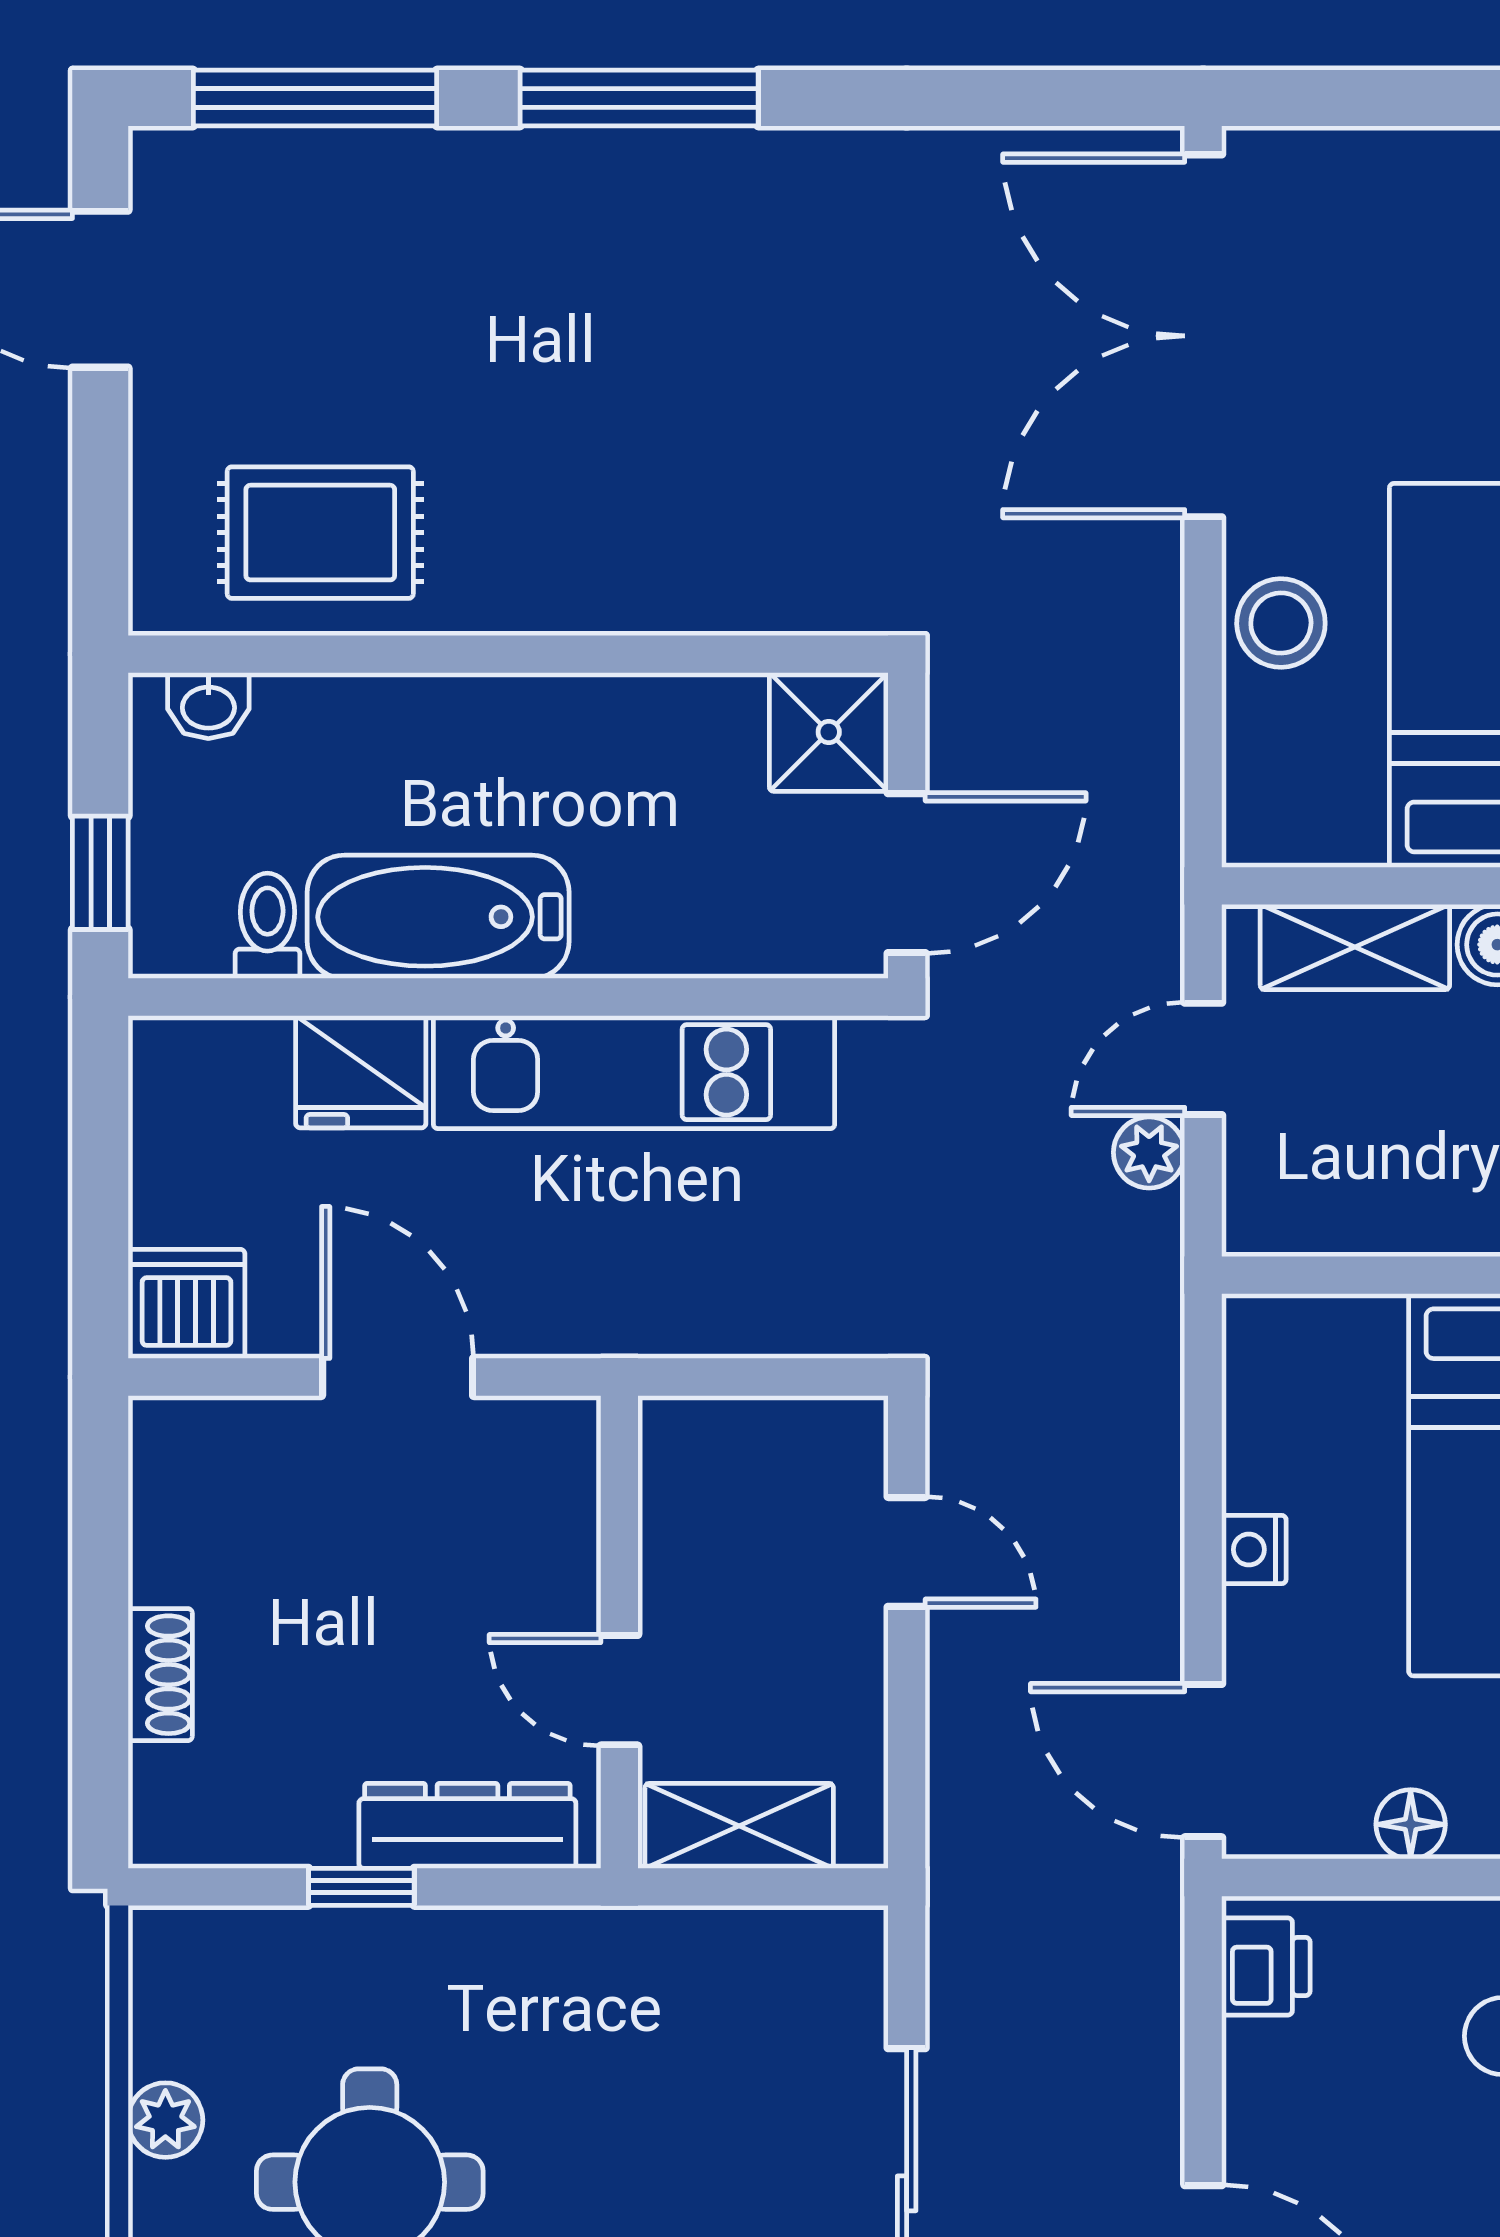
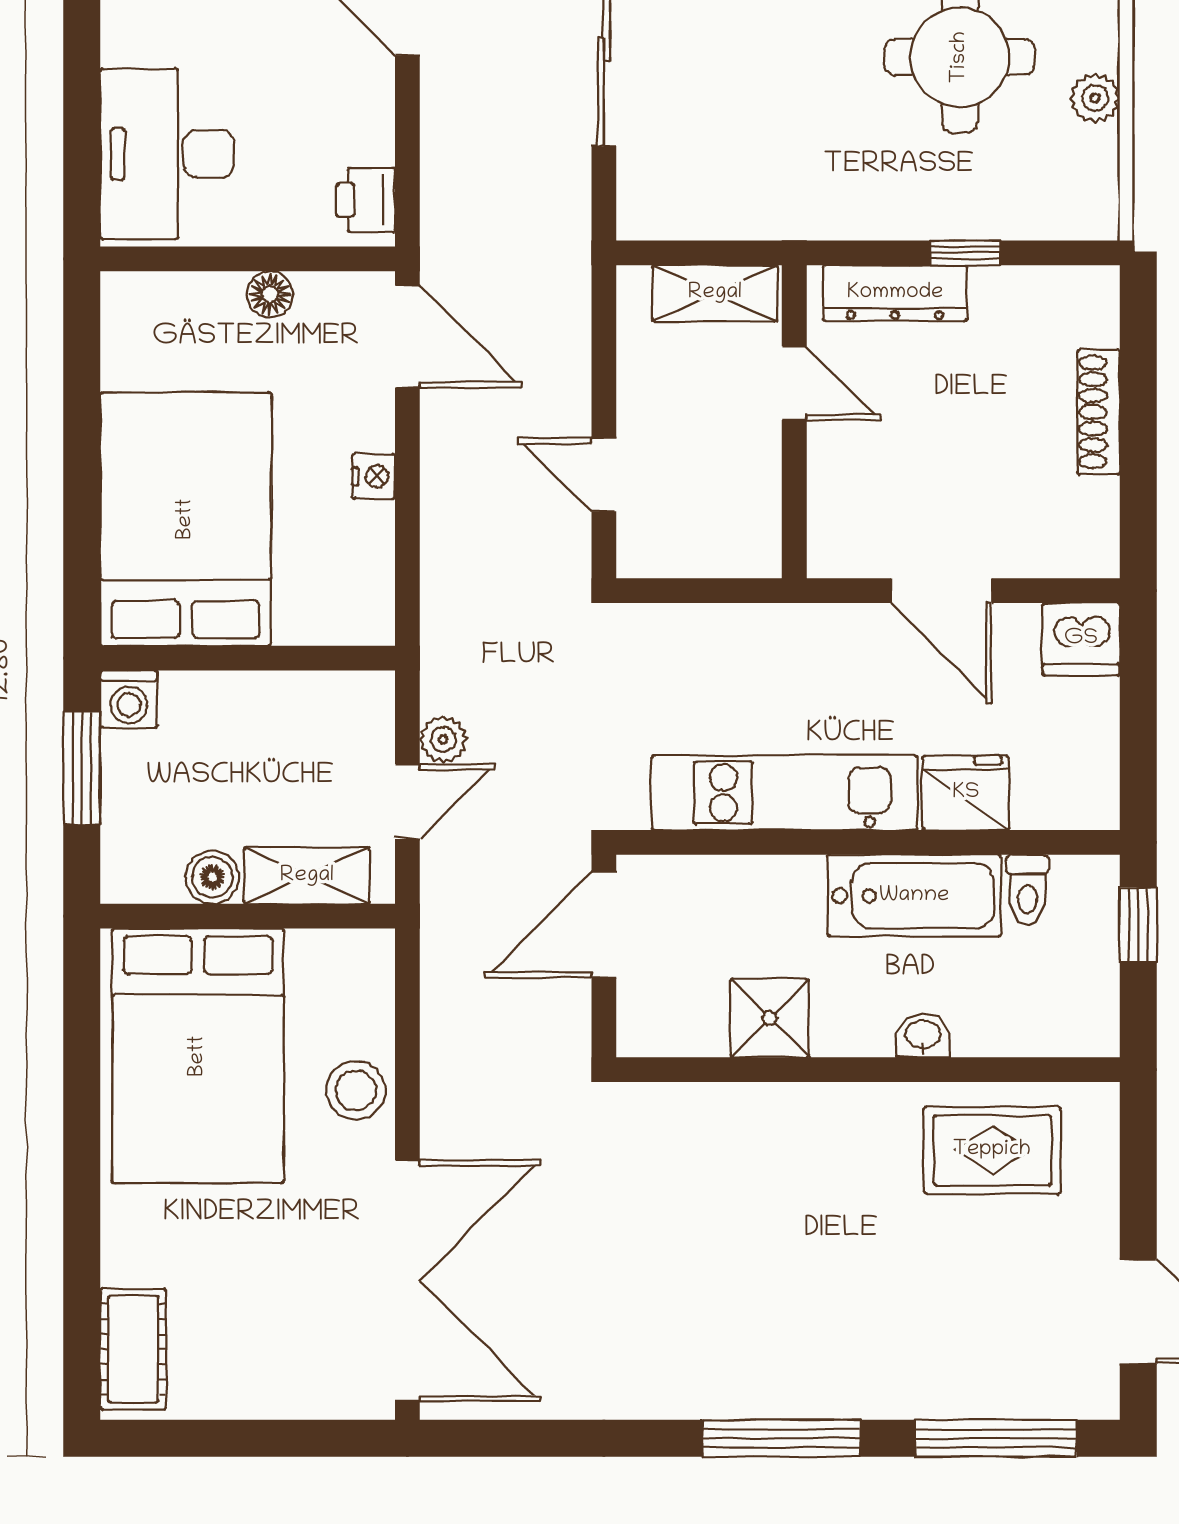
washbasin: (208, 706) -> (923, 1036), moved
shower: (829, 732) -> (770, 1018), moved
shoe rack: (160, 1675) -> (1099, 412), width x1.43

